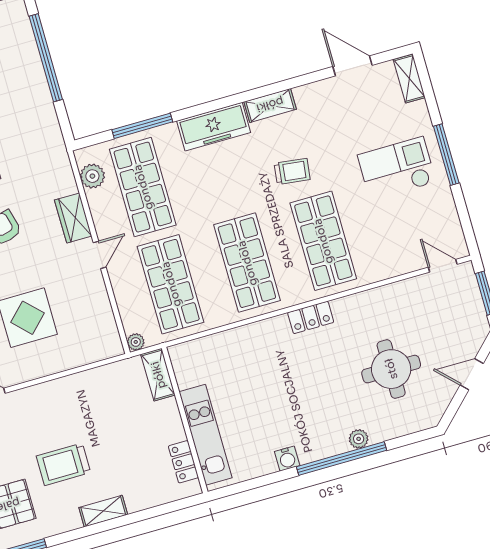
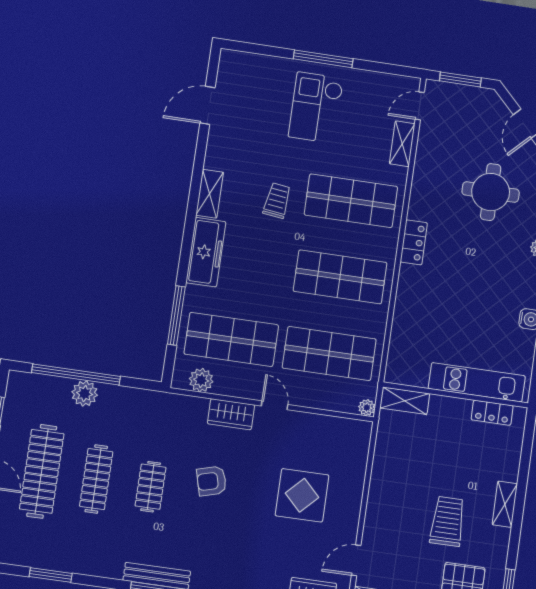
plant: (32, 74) -> (85, 394), added
shelving: (409, 79) -> (402, 144), moved, turned 90
trolley: (64, 464) -> (447, 521), turned 180

